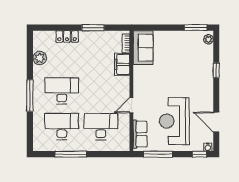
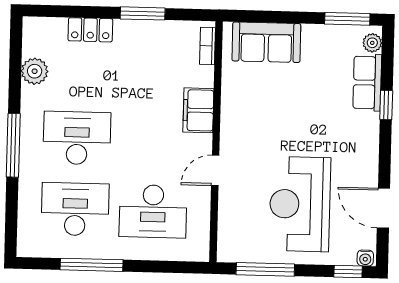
sofa: (143, 48) -> (266, 42), moved, turned 90
filing cabinet: (122, 64) -> (198, 110), moved
desk: (101, 127) -> (153, 211), turned 180
row of seats: (140, 134) -> (367, 83), moved, turned 180

